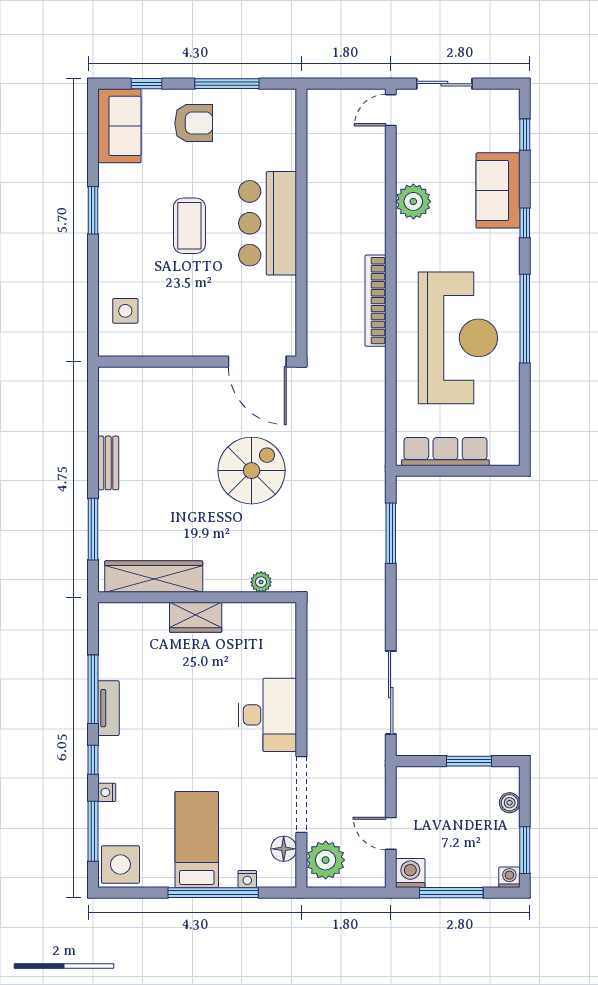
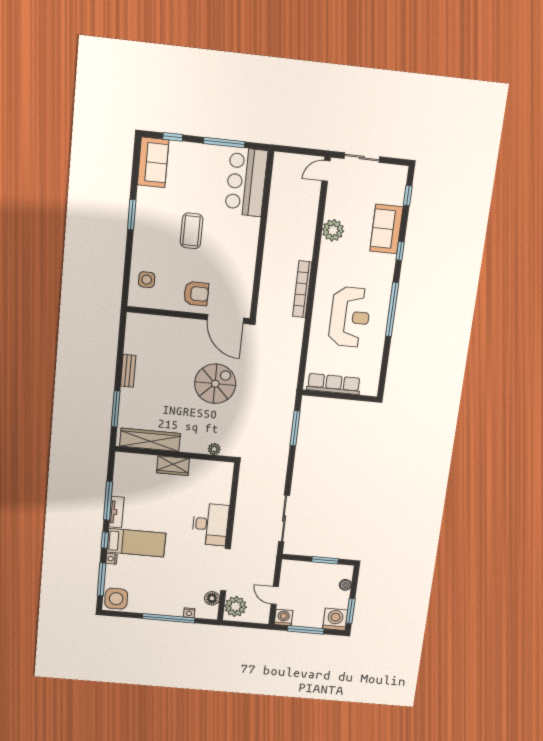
armchair: (194, 123) -> (196, 294), moved
bar counter: (268, 223) -> (246, 182), moved
reception desk: (458, 338) -> (350, 317), width x0.74, depth x0.77
bed: (197, 839) -> (136, 543), moved, turned 90
washing machine: (509, 877) -> (335, 619), width x1.89, depth x1.89

